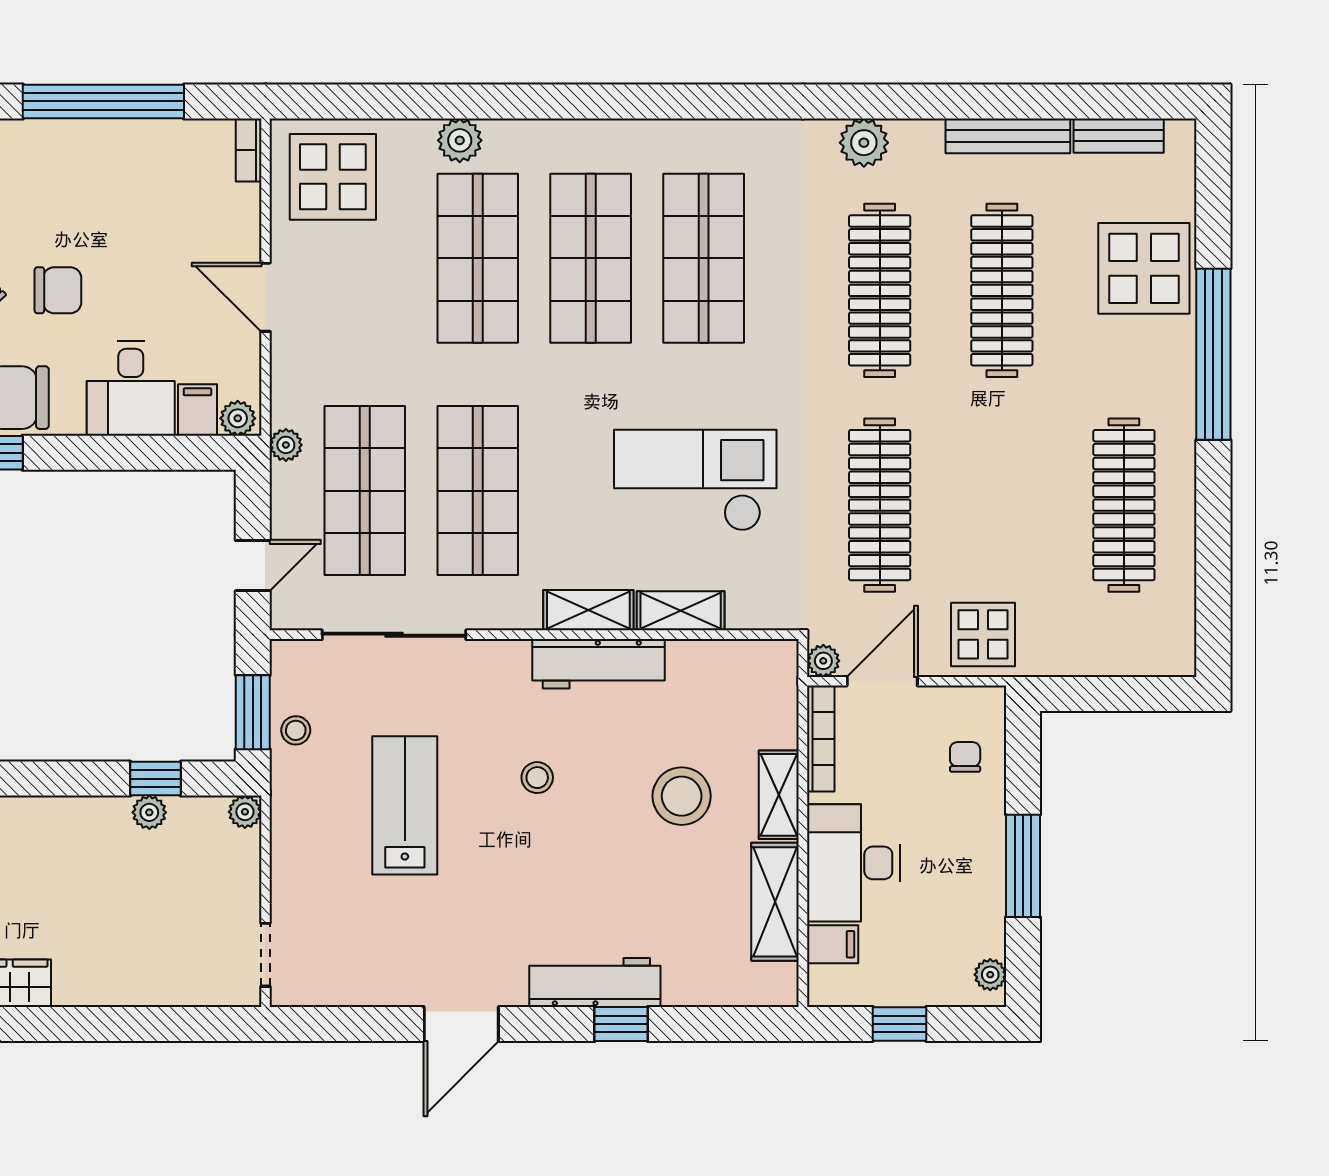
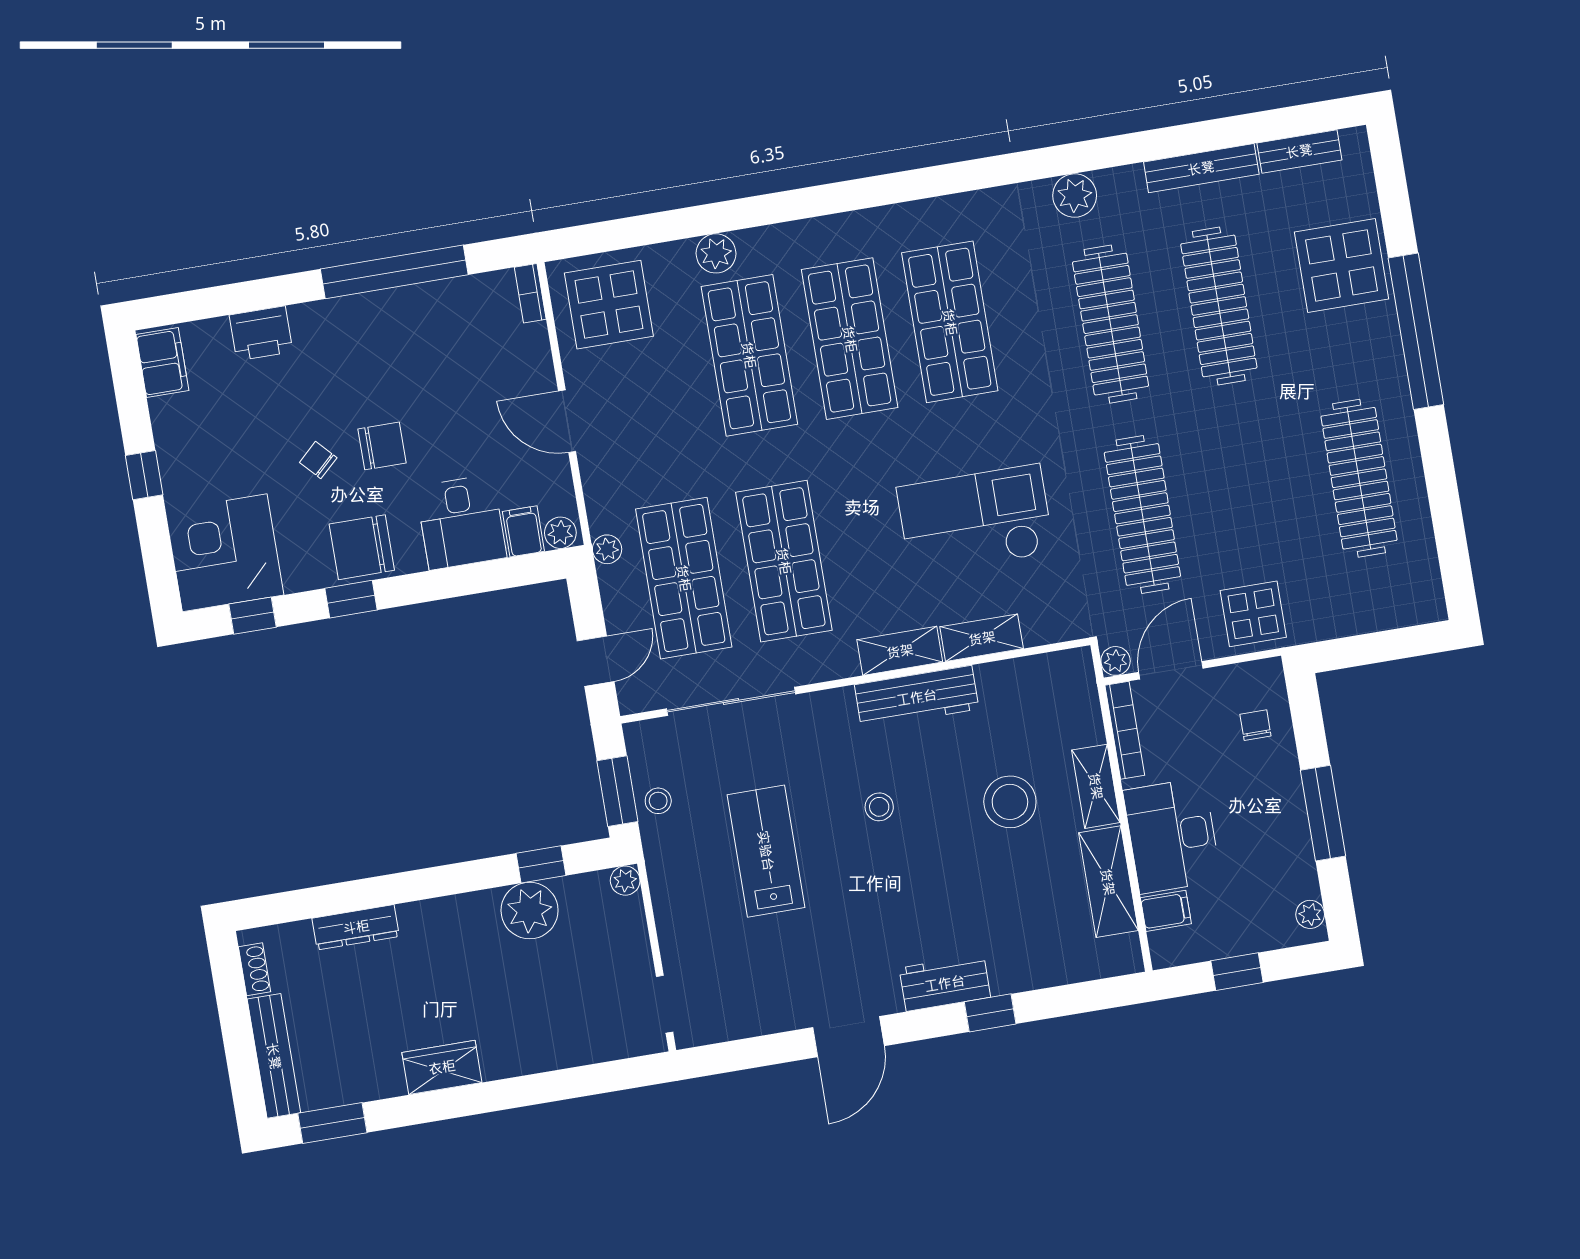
plant: (149, 812) -> (530, 911), width x1.88, depth x1.88
workbench: (595, 982) -> (945, 983), width x0.73

